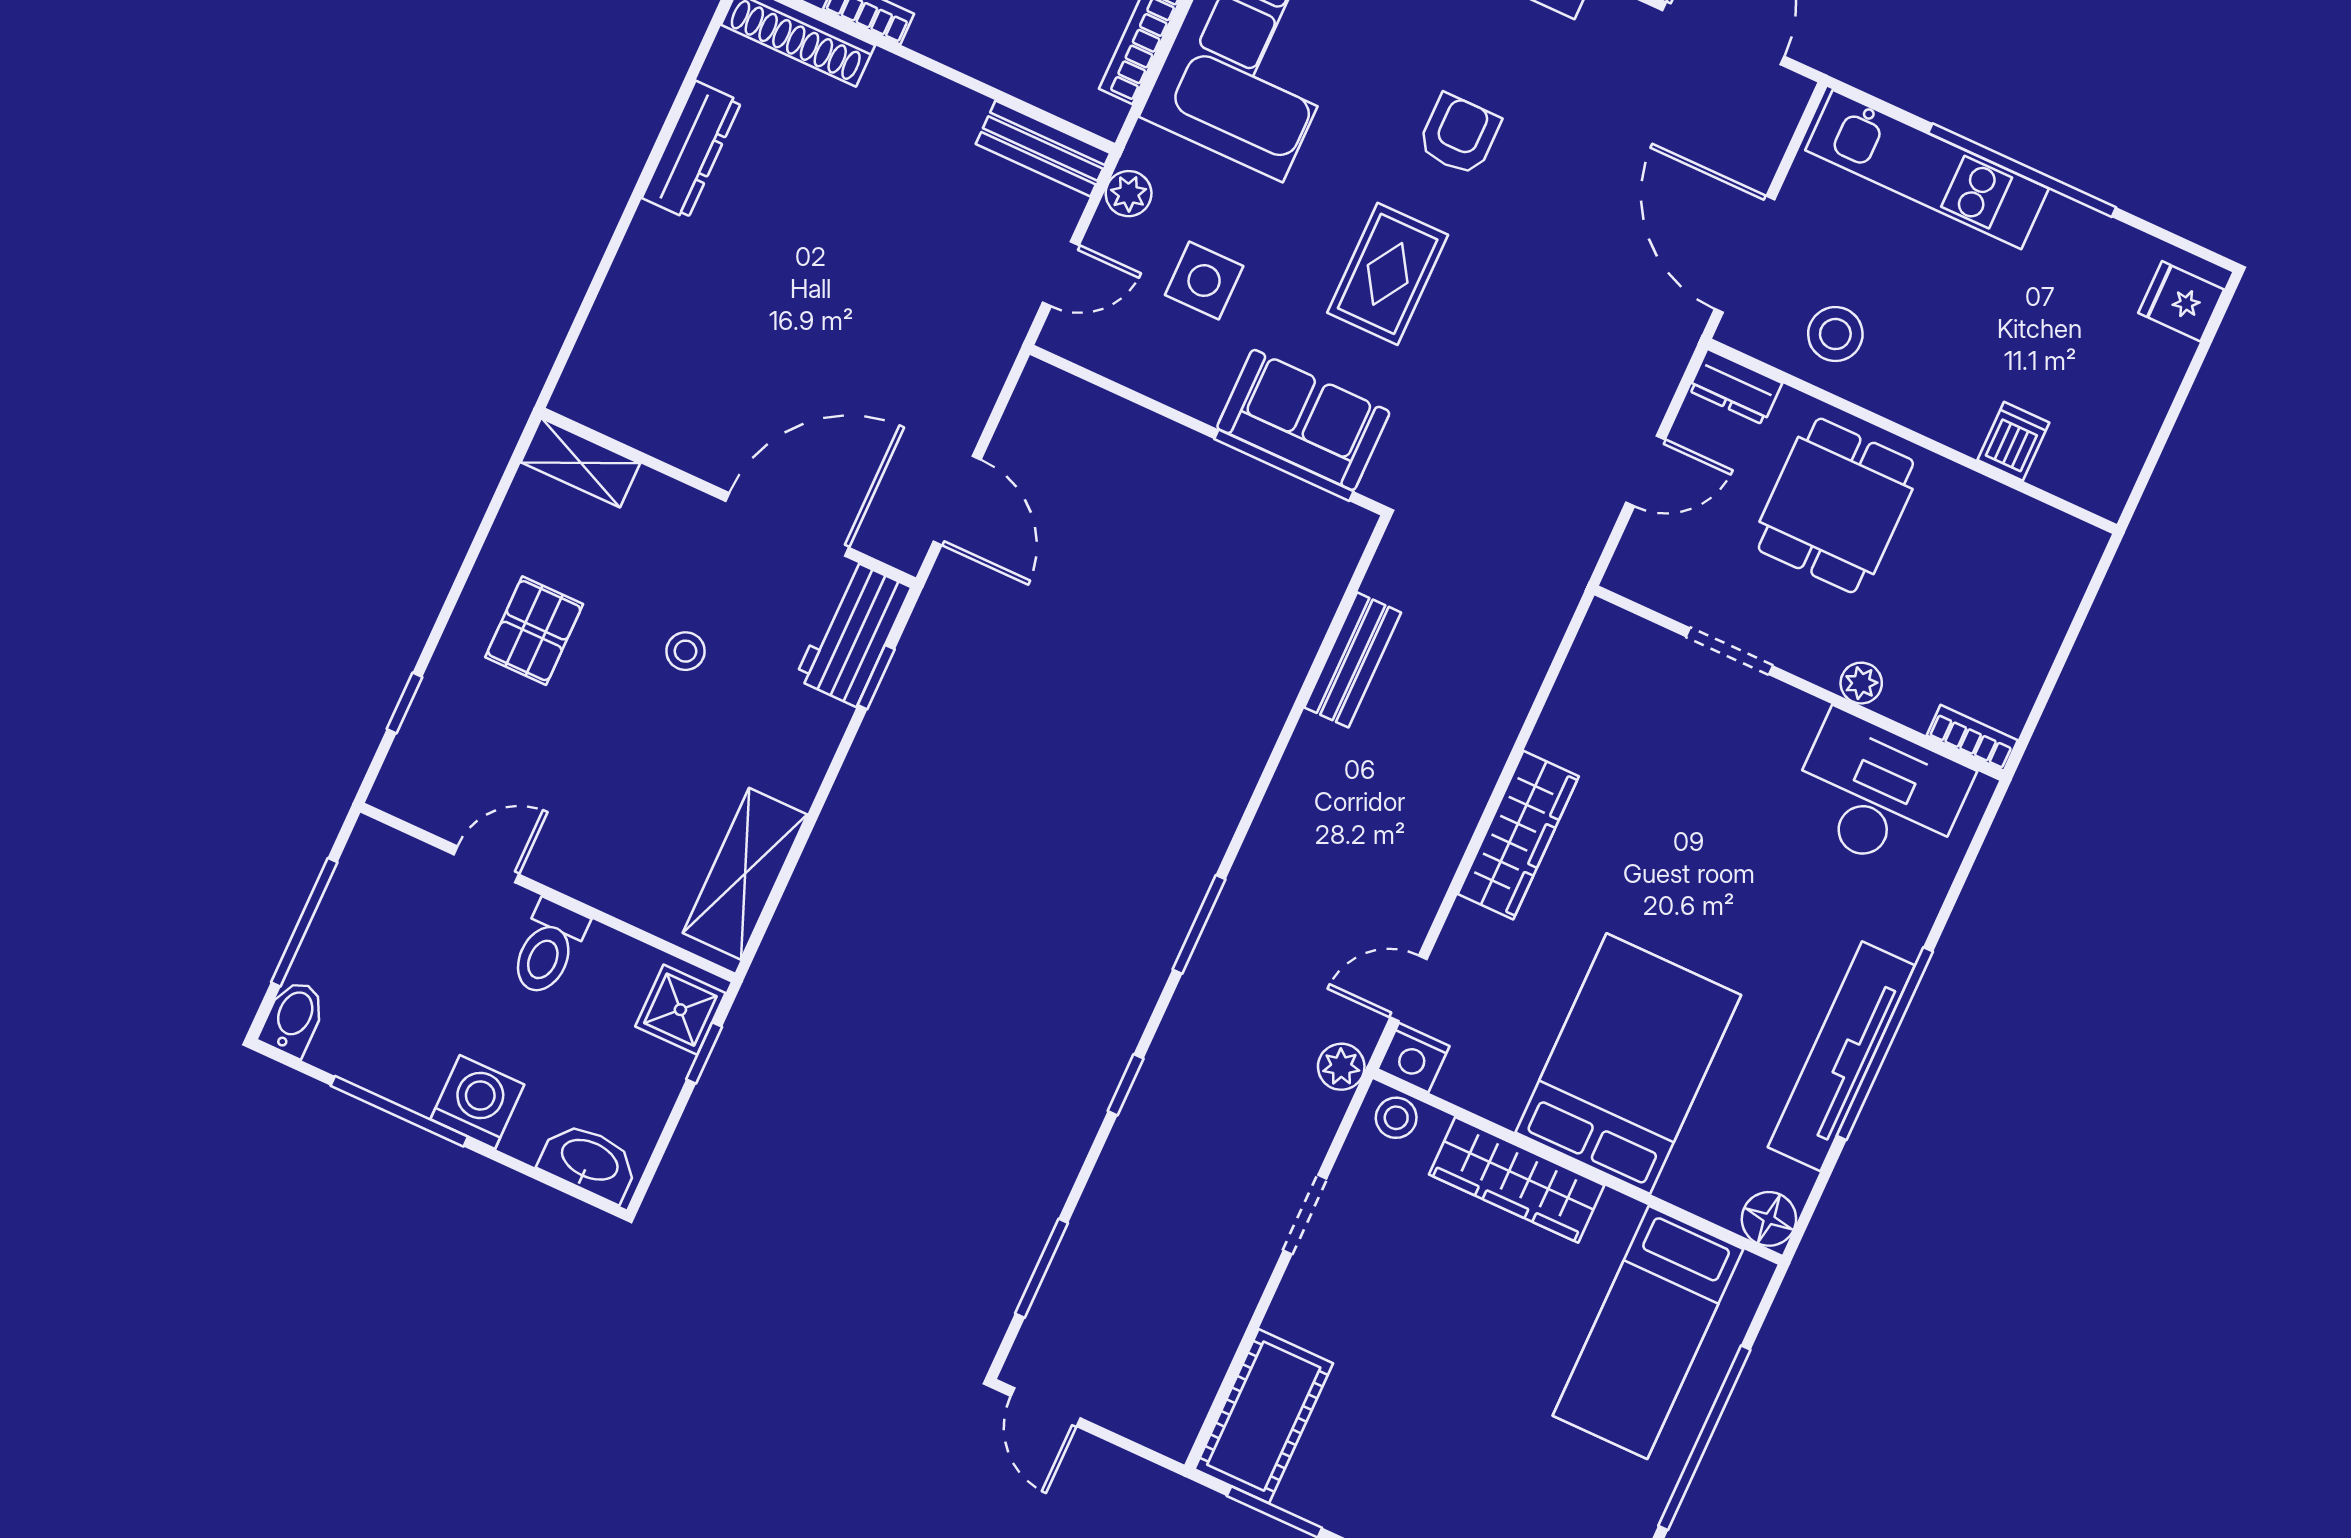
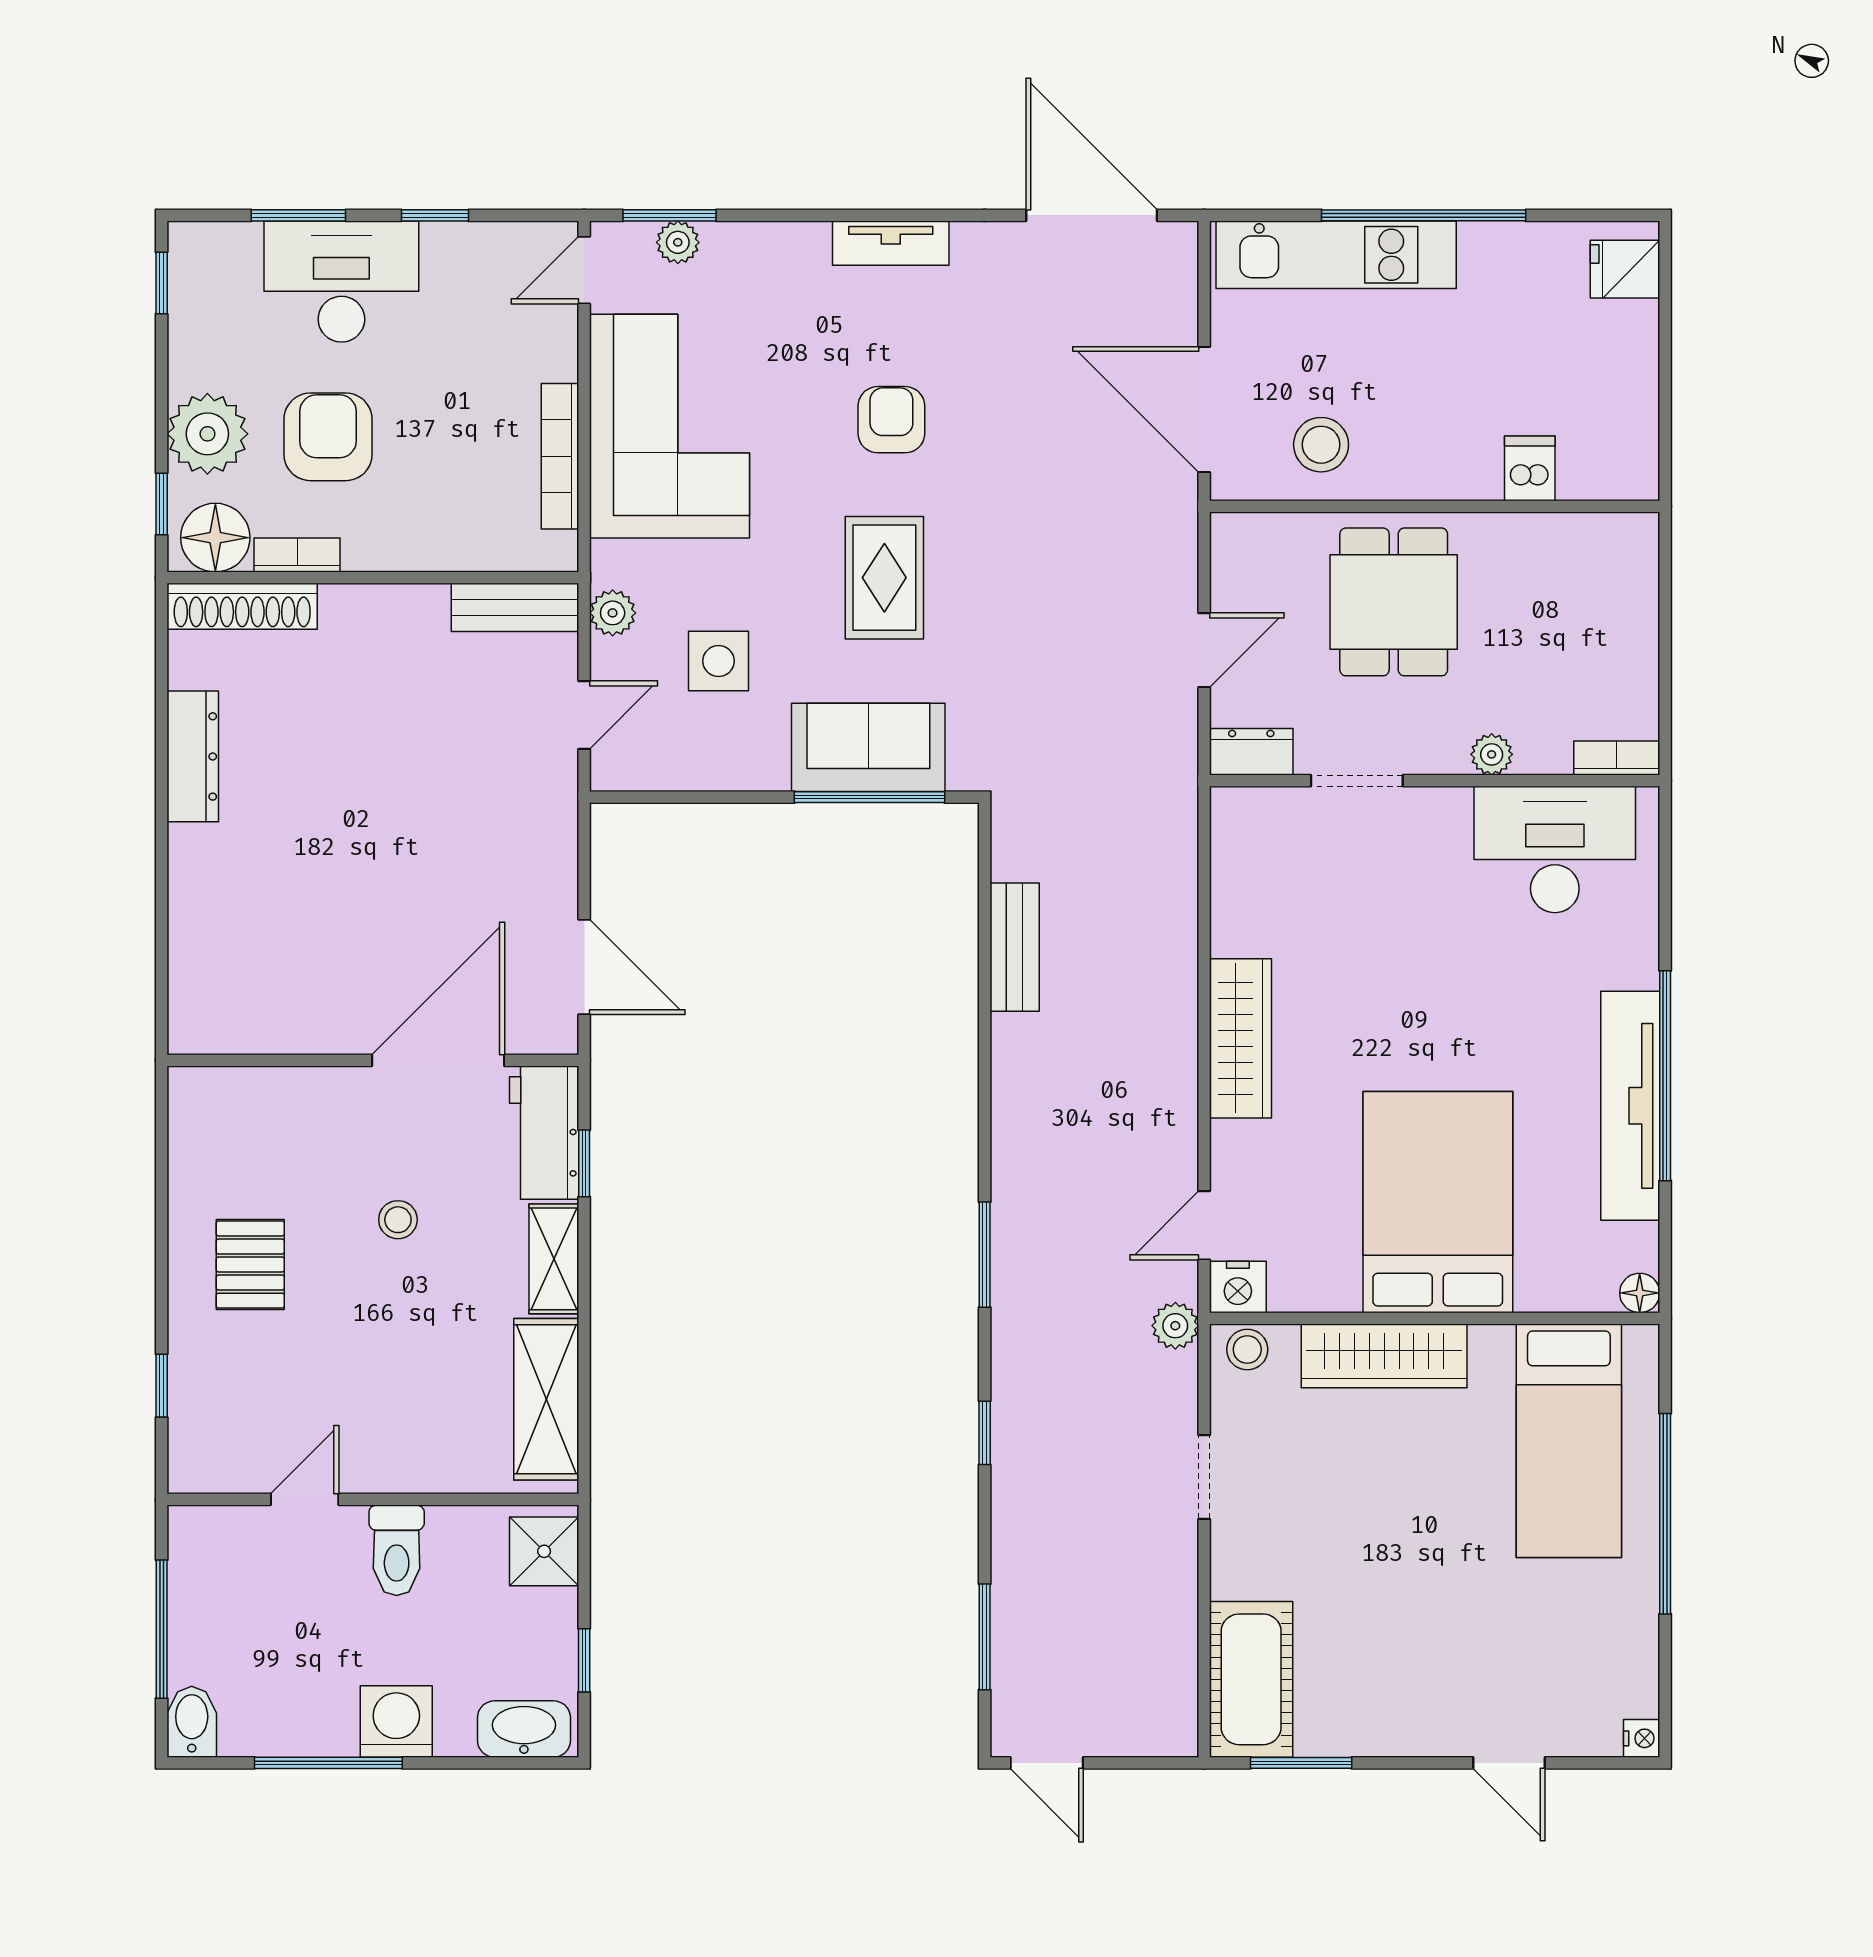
dresser: (1735, 387) -> (1251, 752), moved, turned 180
shelving: (580, 463) -> (554, 1259), moved, turned 90
window: (704, 1053) -> (584, 1660), moved
floor lamp: (1769, 1219) -> (1640, 1293), width x0.73, depth x0.73

